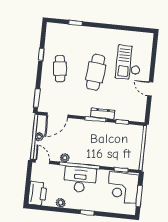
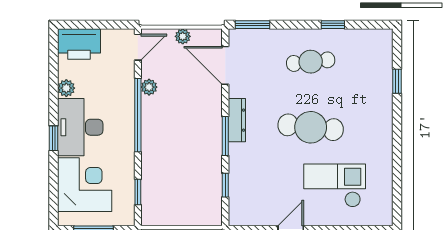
dresser: (103, 114) -> (237, 120), moved
desk: (80, 180) -> (80, 127), moved, turned 180
corner desk: (123, 188) -> (85, 185), moved, turned 90

